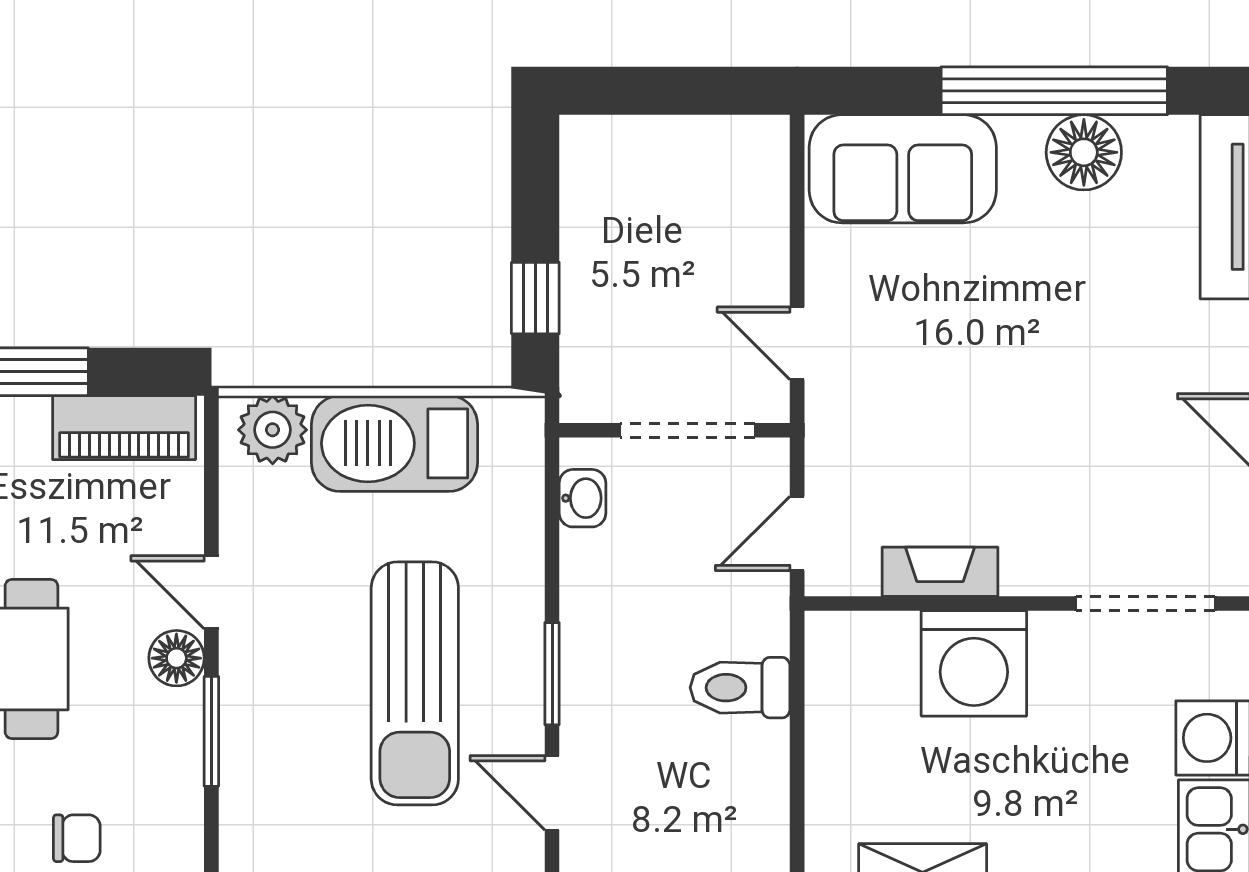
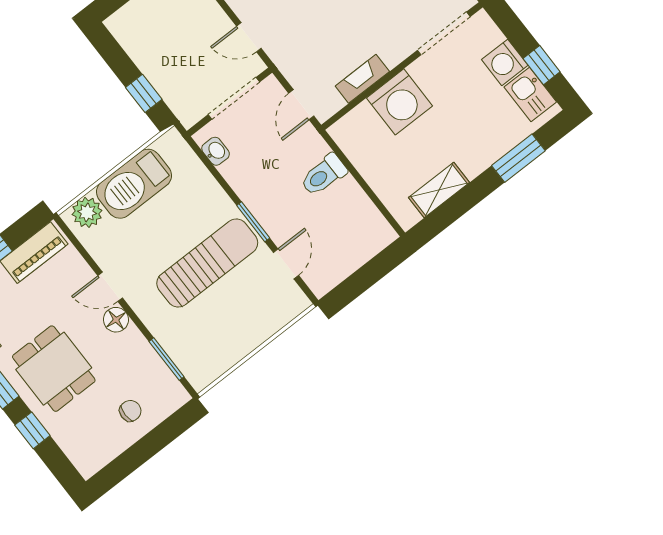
sun lounger: (415, 683) -> (207, 263), turned -90
window: (211, 731) -> (166, 359), moved
door: (552, 793) -> (286, 264), swing flipped

